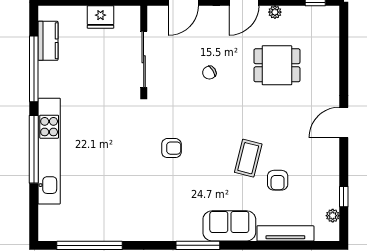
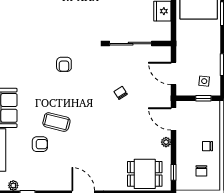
dining table: (277, 65) -> (145, 174), moved, turned 90
armchair: (278, 180) -> (40, 144), turned 180

